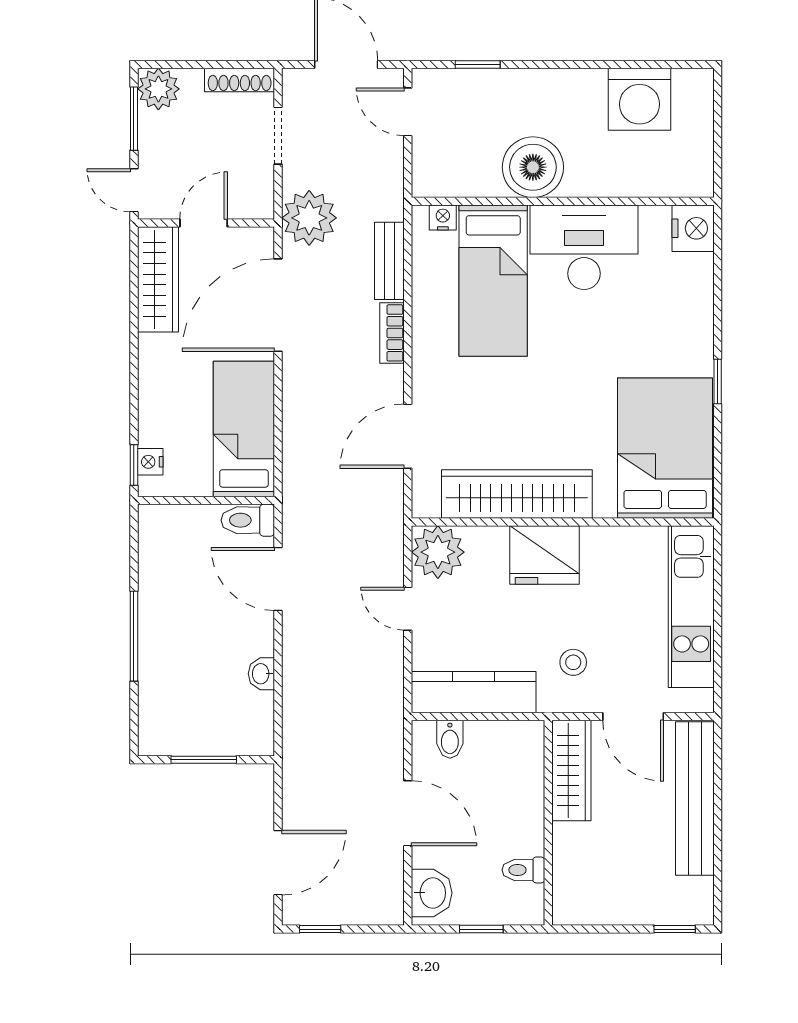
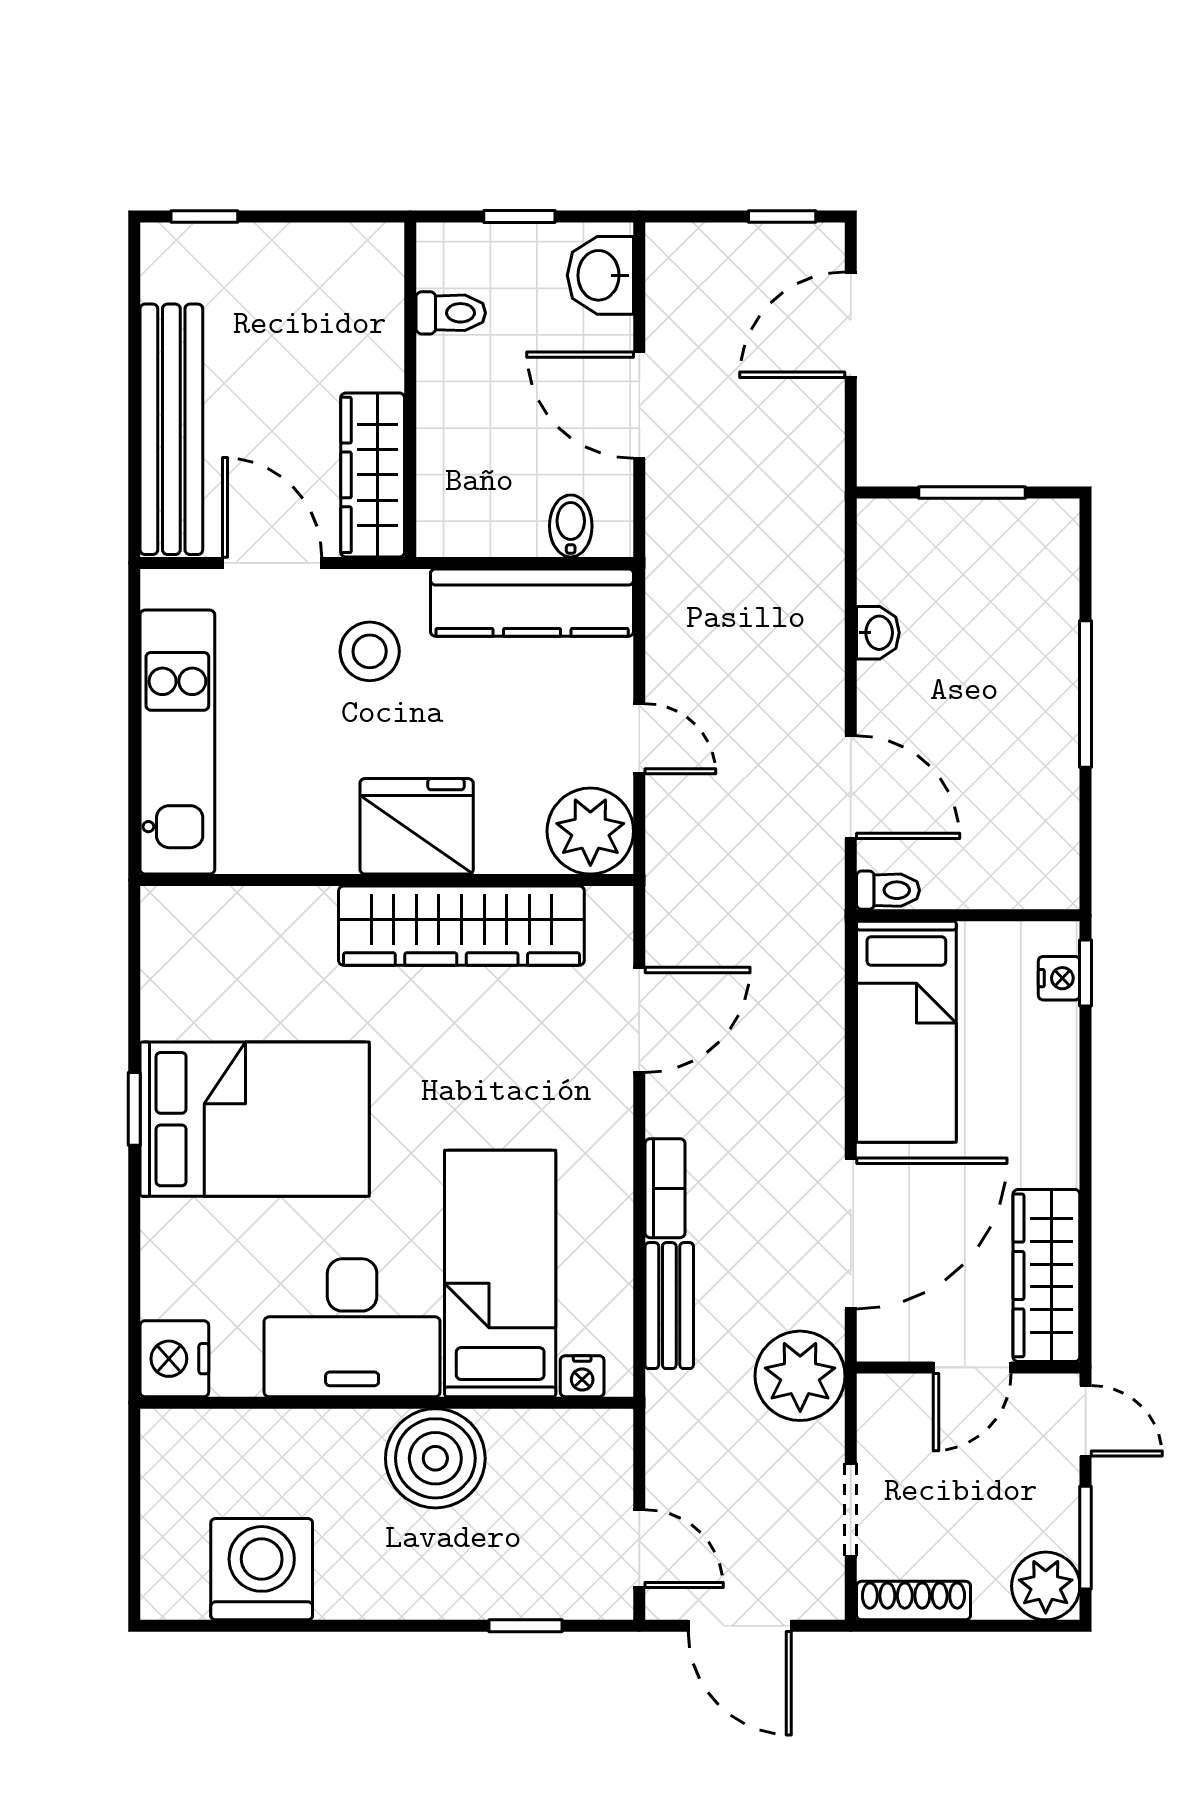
bed: (665, 448) -> (255, 1119), moved, turned -90
toilet: (248, 520) -> (888, 890), width x0.73, depth x0.72
stool: (573, 662) -> (370, 651), width x1.37, depth x1.37

